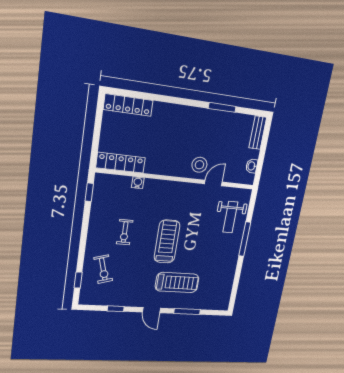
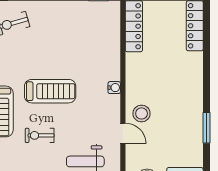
water cooler: (138, 183) -> (114, 88), moved
exercise bike: (125, 232) -> (40, 135), moved

